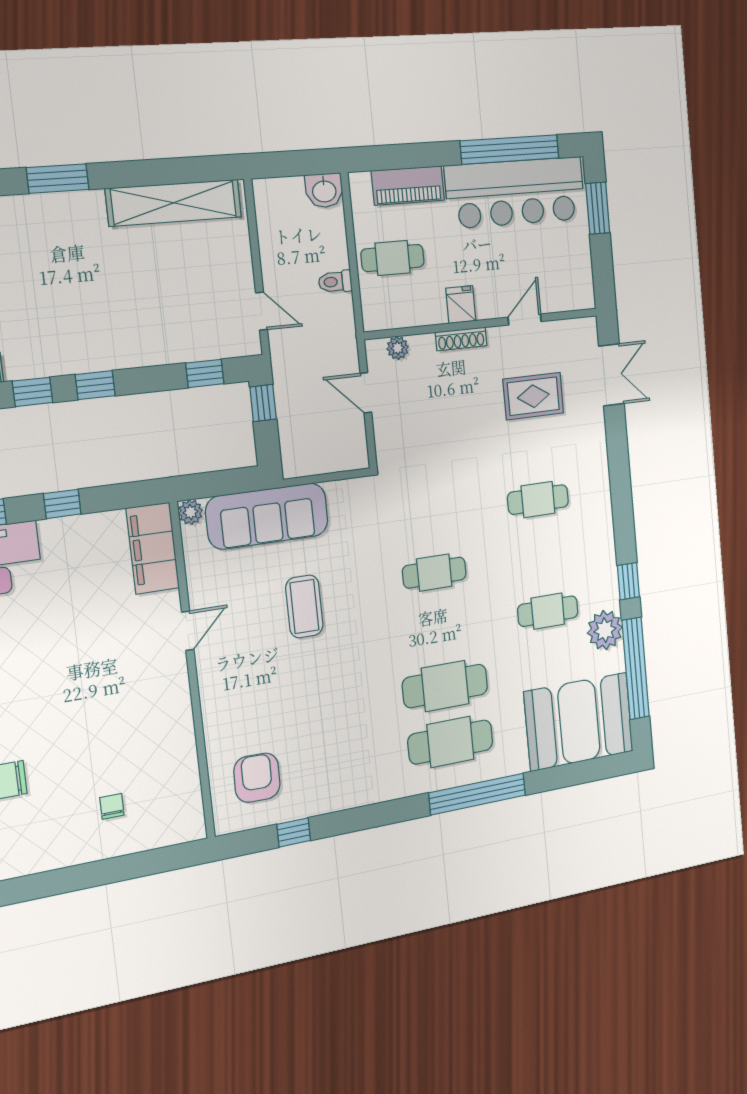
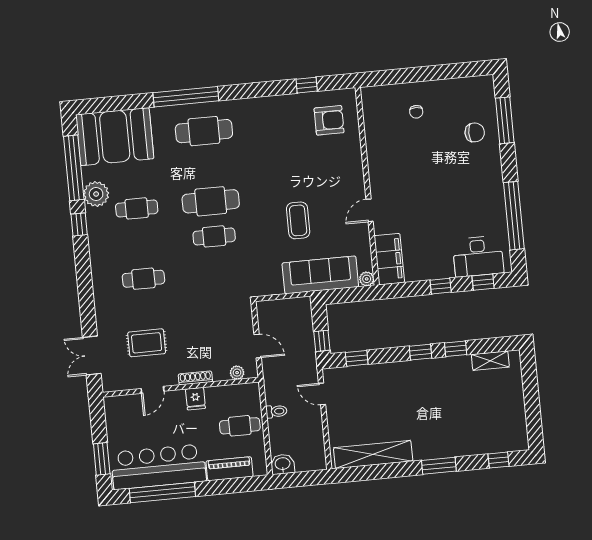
cafe table: (445, 686) -> (211, 201), moved
armchair: (257, 778) -> (329, 120), turned -91

